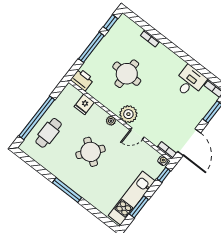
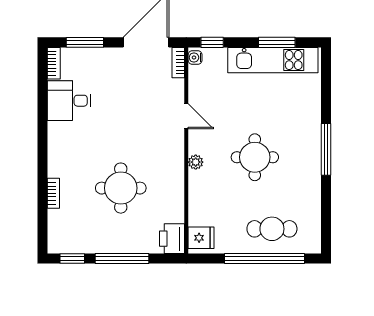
fridge: (84, 104) -> (201, 238), moved
plant: (128, 114) -> (170, 146), removed
round table: (91, 152) -> (255, 157), turned -37

